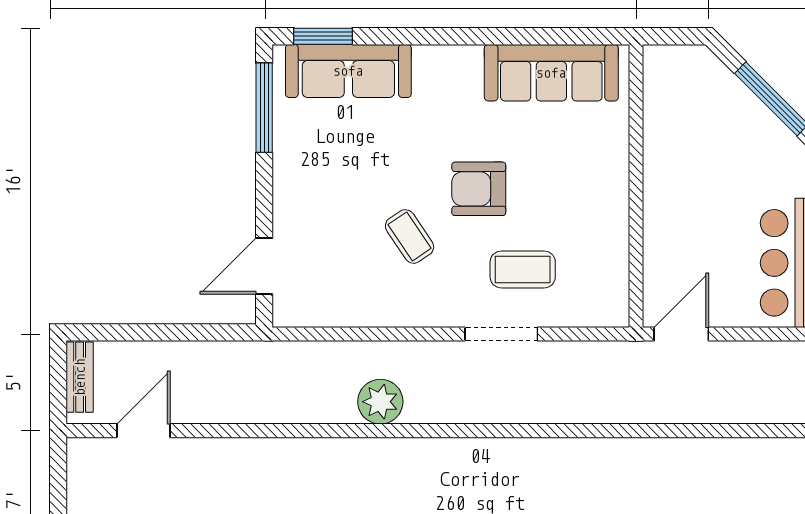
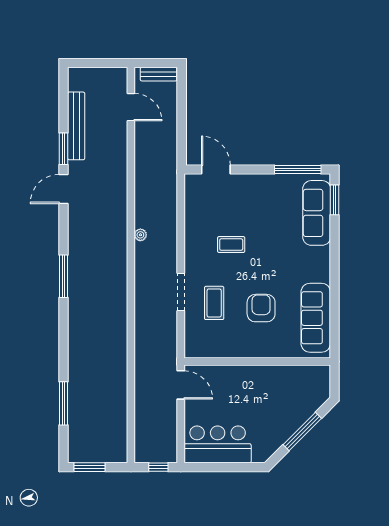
armchair: (479, 189) -> (261, 308), moved
coffee table: (410, 236) -> (231, 245), turned 34
plant: (380, 402) -> (140, 235), width x0.53, depth x0.53

